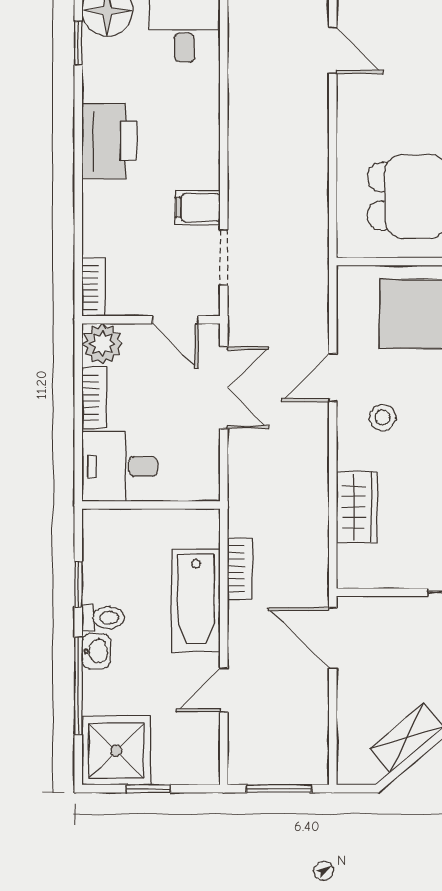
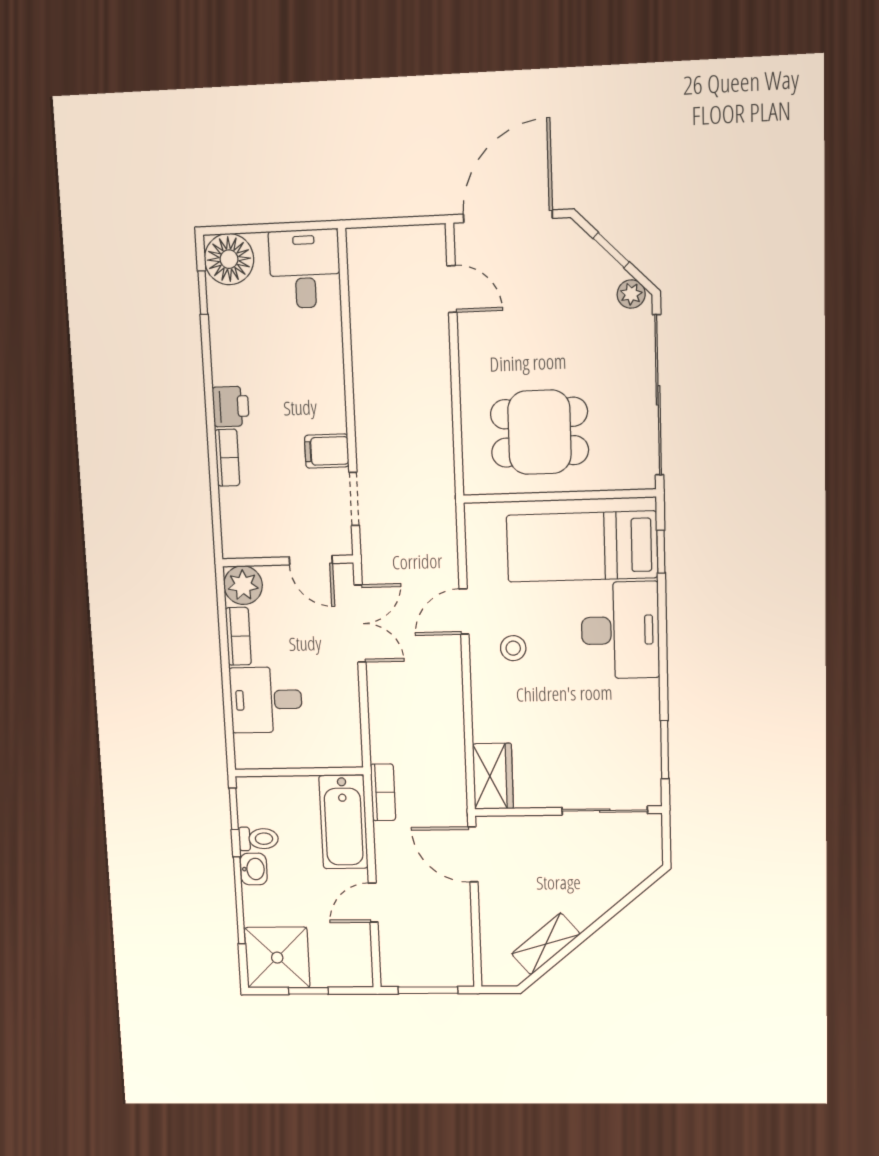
printer: (109, 141) -> (231, 406), width x0.53, depth x0.68
bookcase: (94, 287) -> (227, 458), moved
wall: (151, 505) -> (299, 772), moved
wardrobe: (357, 507) -> (493, 776), moved

